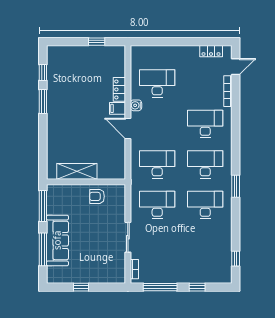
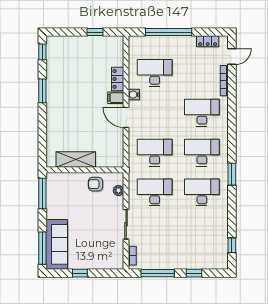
window: (171, 42) -> (169, 32), added
window: (43, 72) -> (42, 52), moved
plant: (120, 203) -> (118, 190), added
sofa: (57, 240) -> (57, 244), moved
window: (43, 249) -> (42, 248), moved

